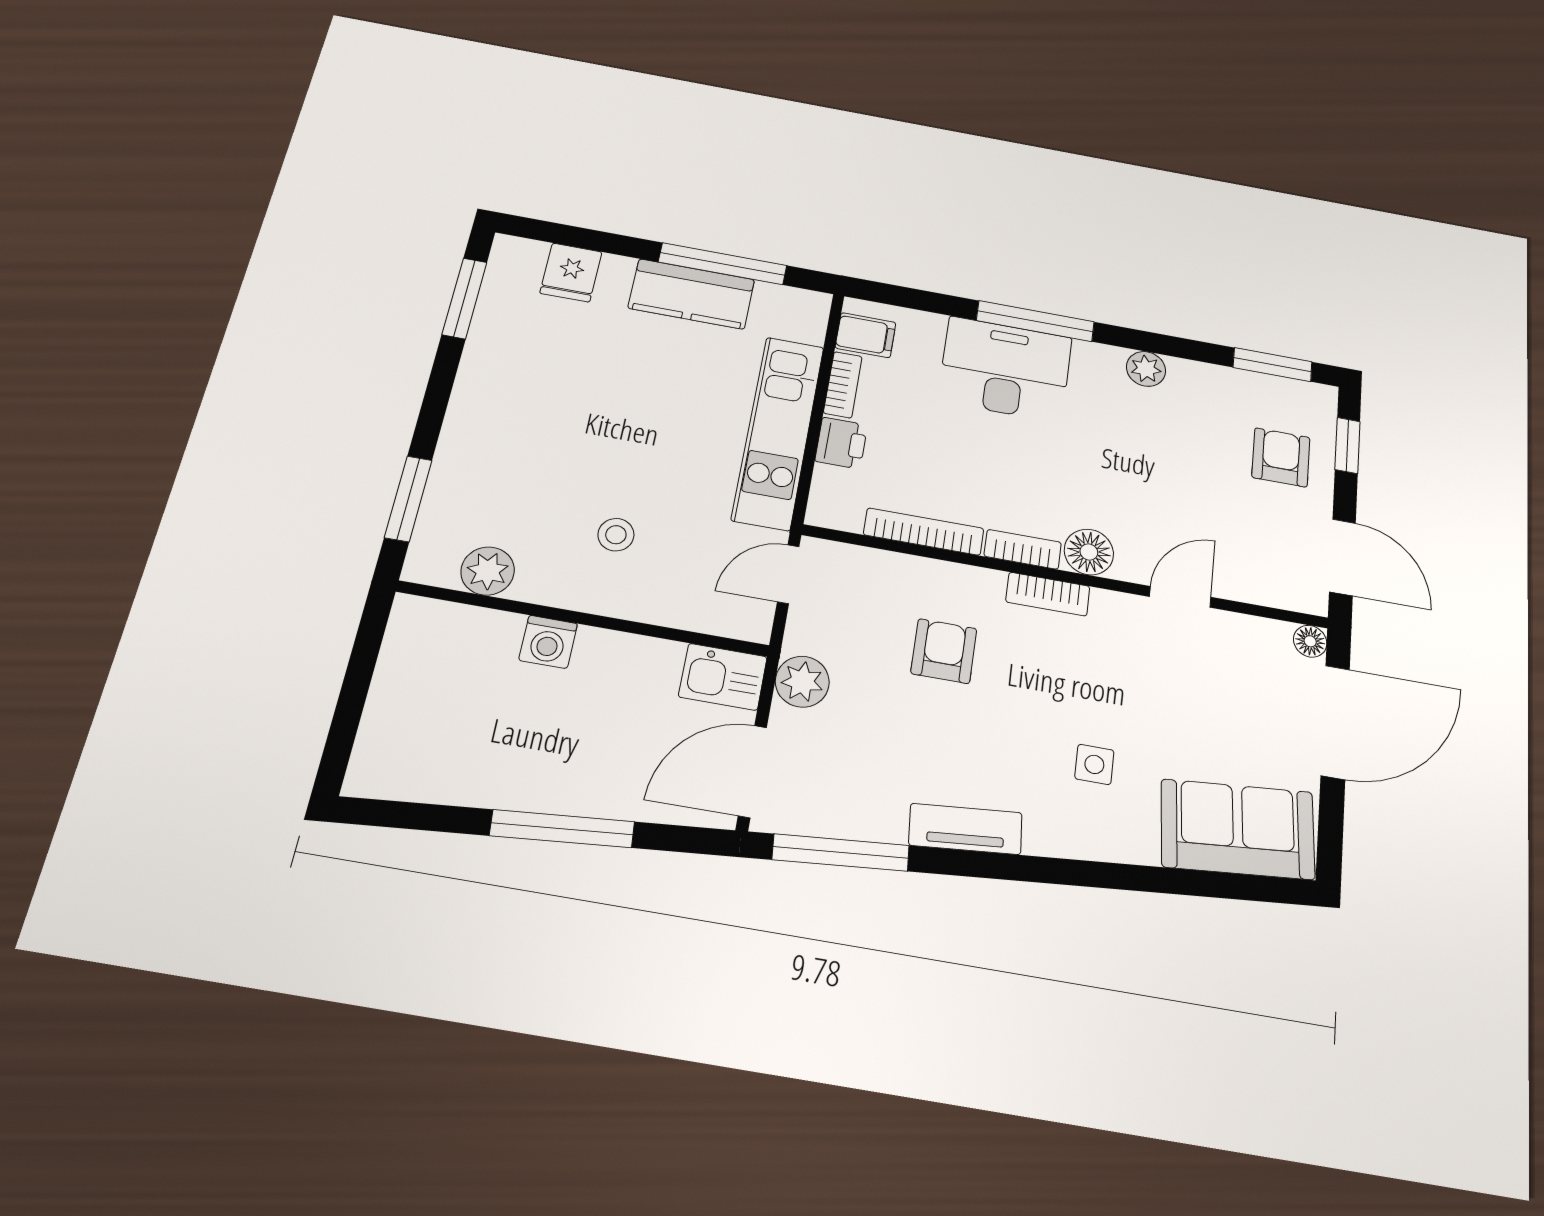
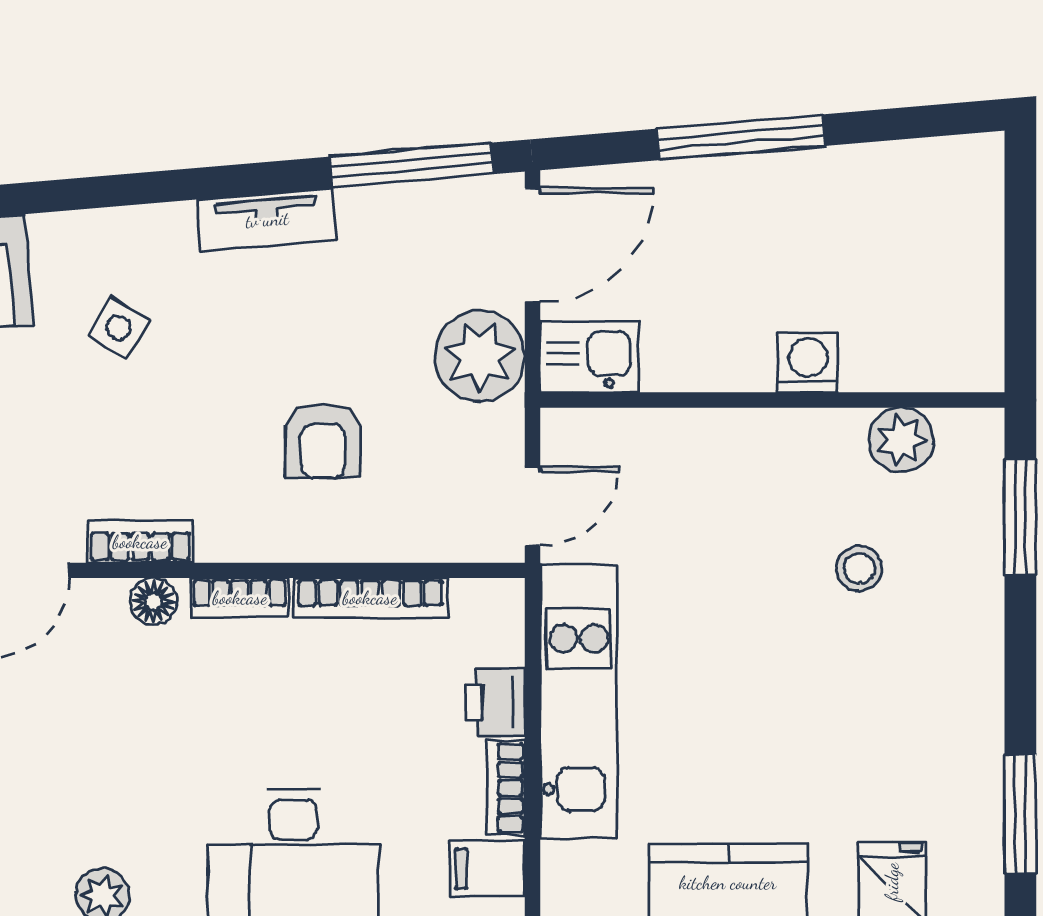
stool: (616, 535) -> (859, 568), moved
floor lamp: (1089, 552) -> (154, 602), width x0.73, depth x0.73
bookcase: (1048, 594) -> (140, 542), moved
plant: (802, 682) -> (480, 356), width x1.36, depth x1.36
side table: (1094, 764) -> (119, 328), turned 31

